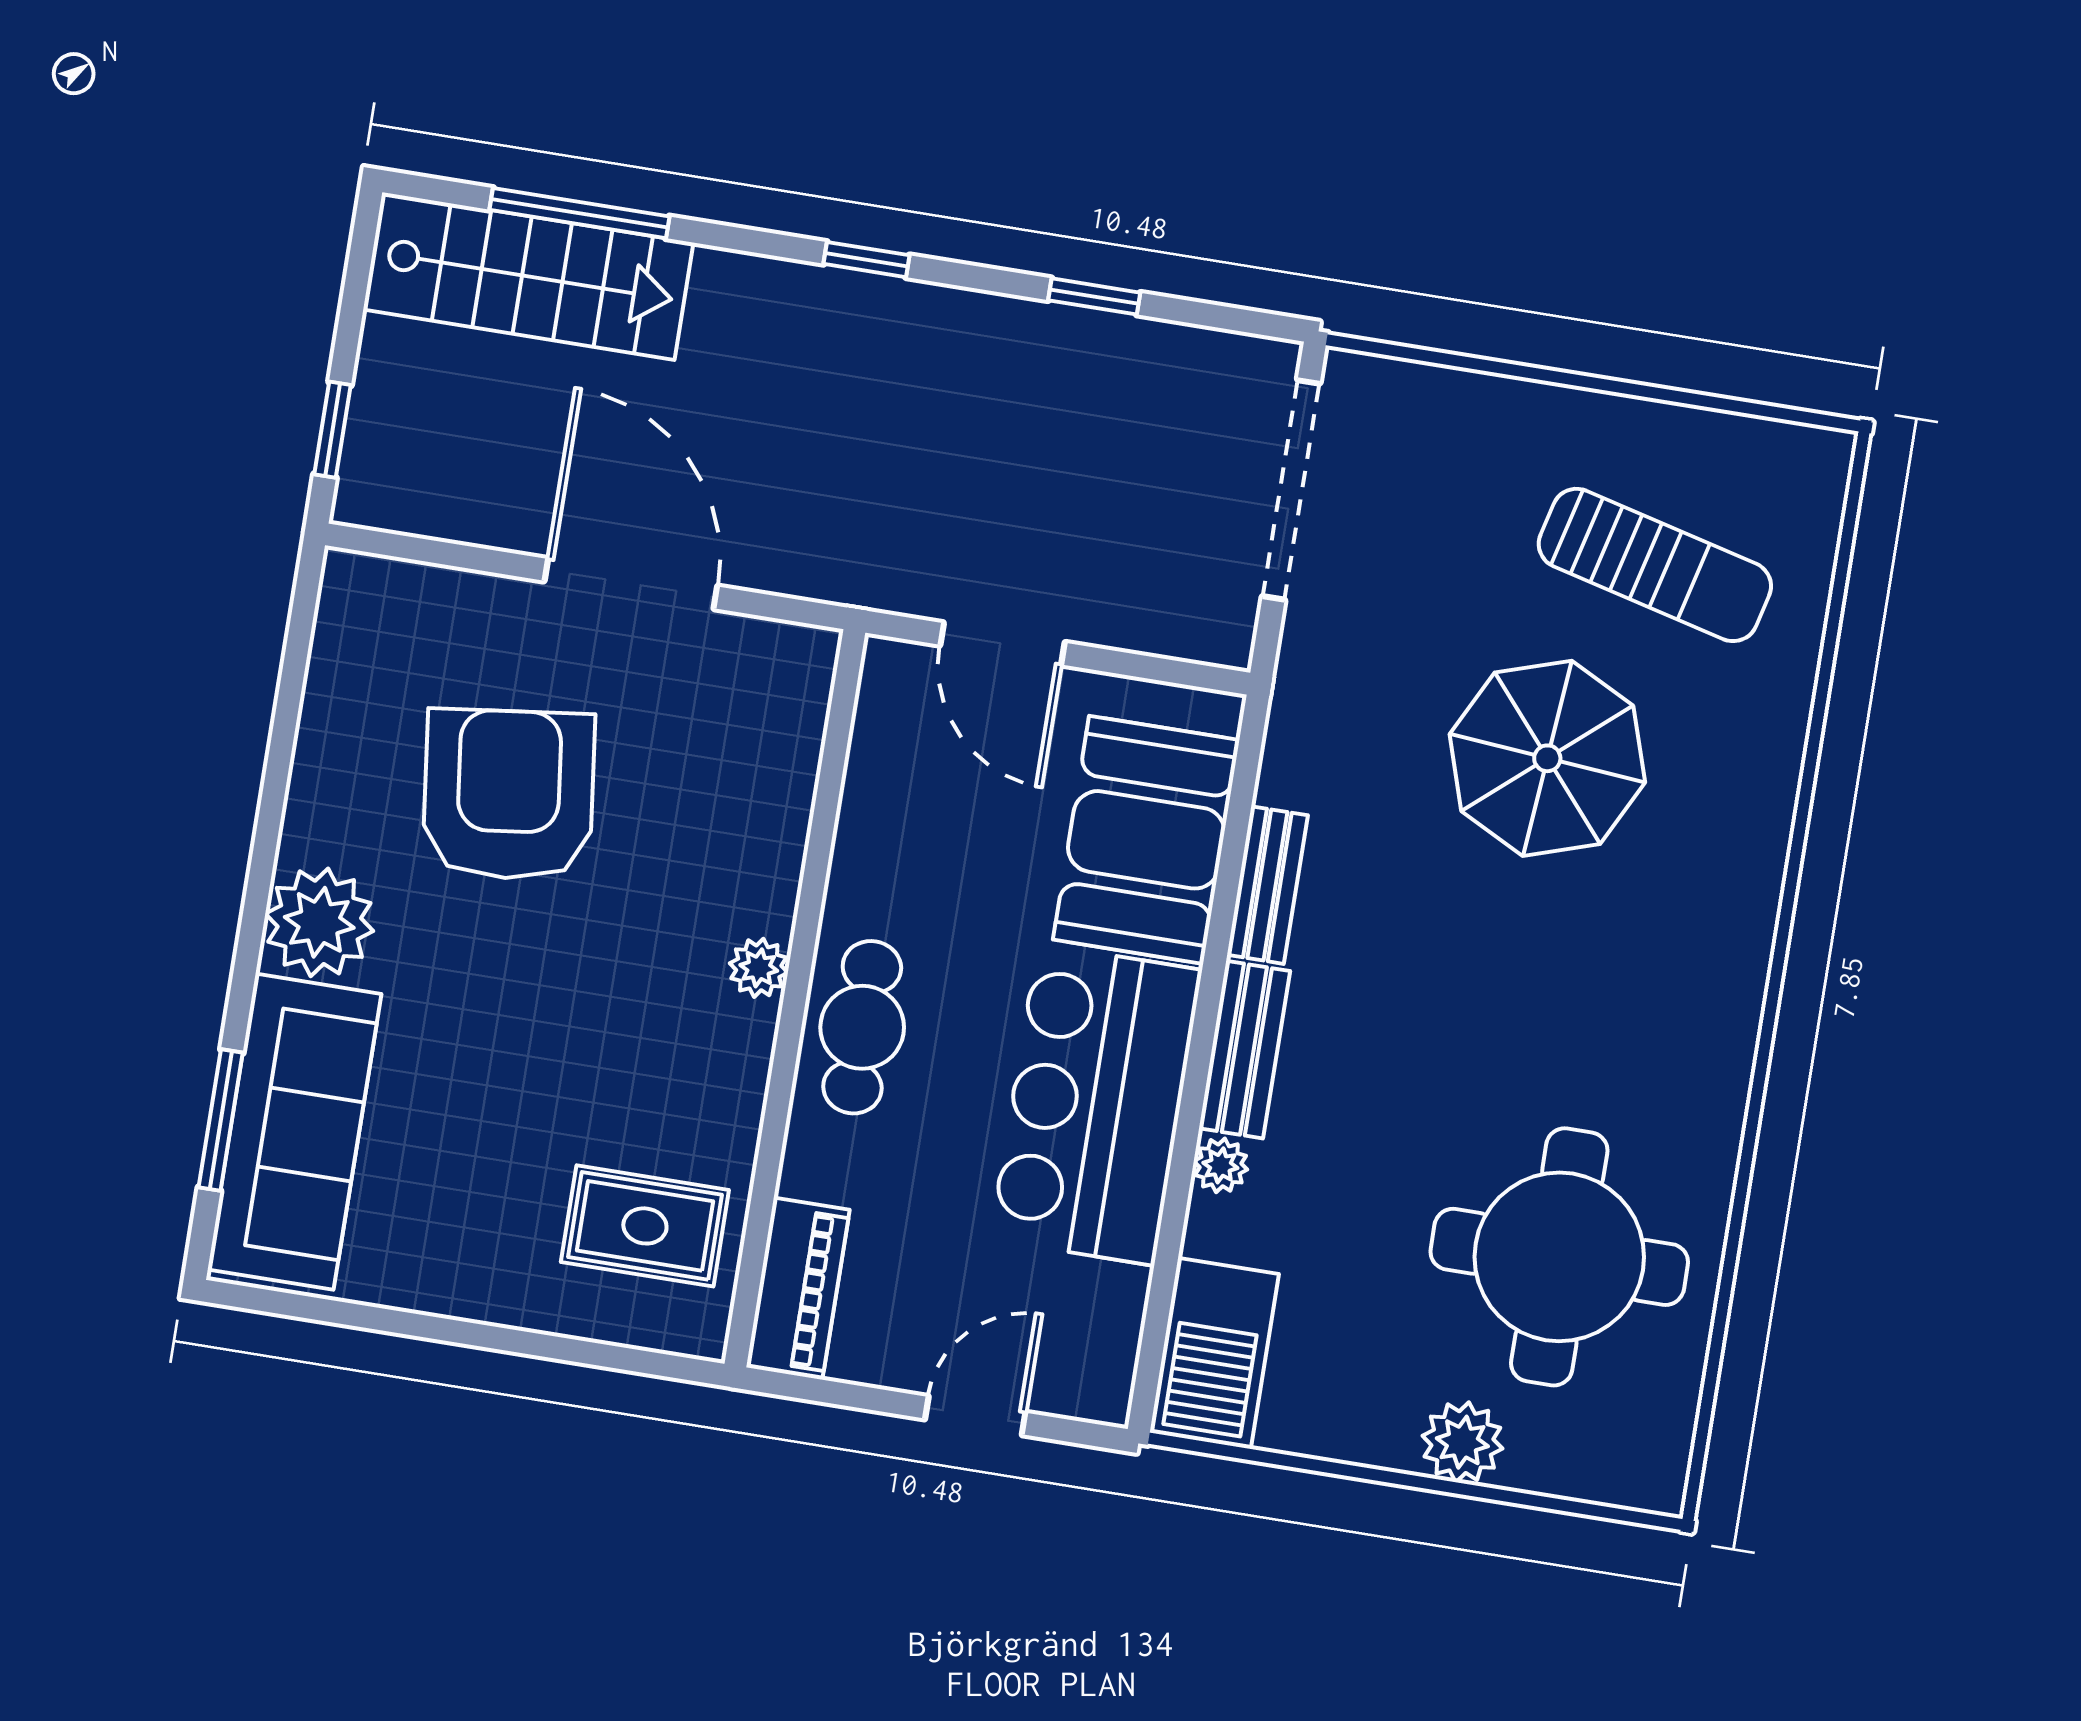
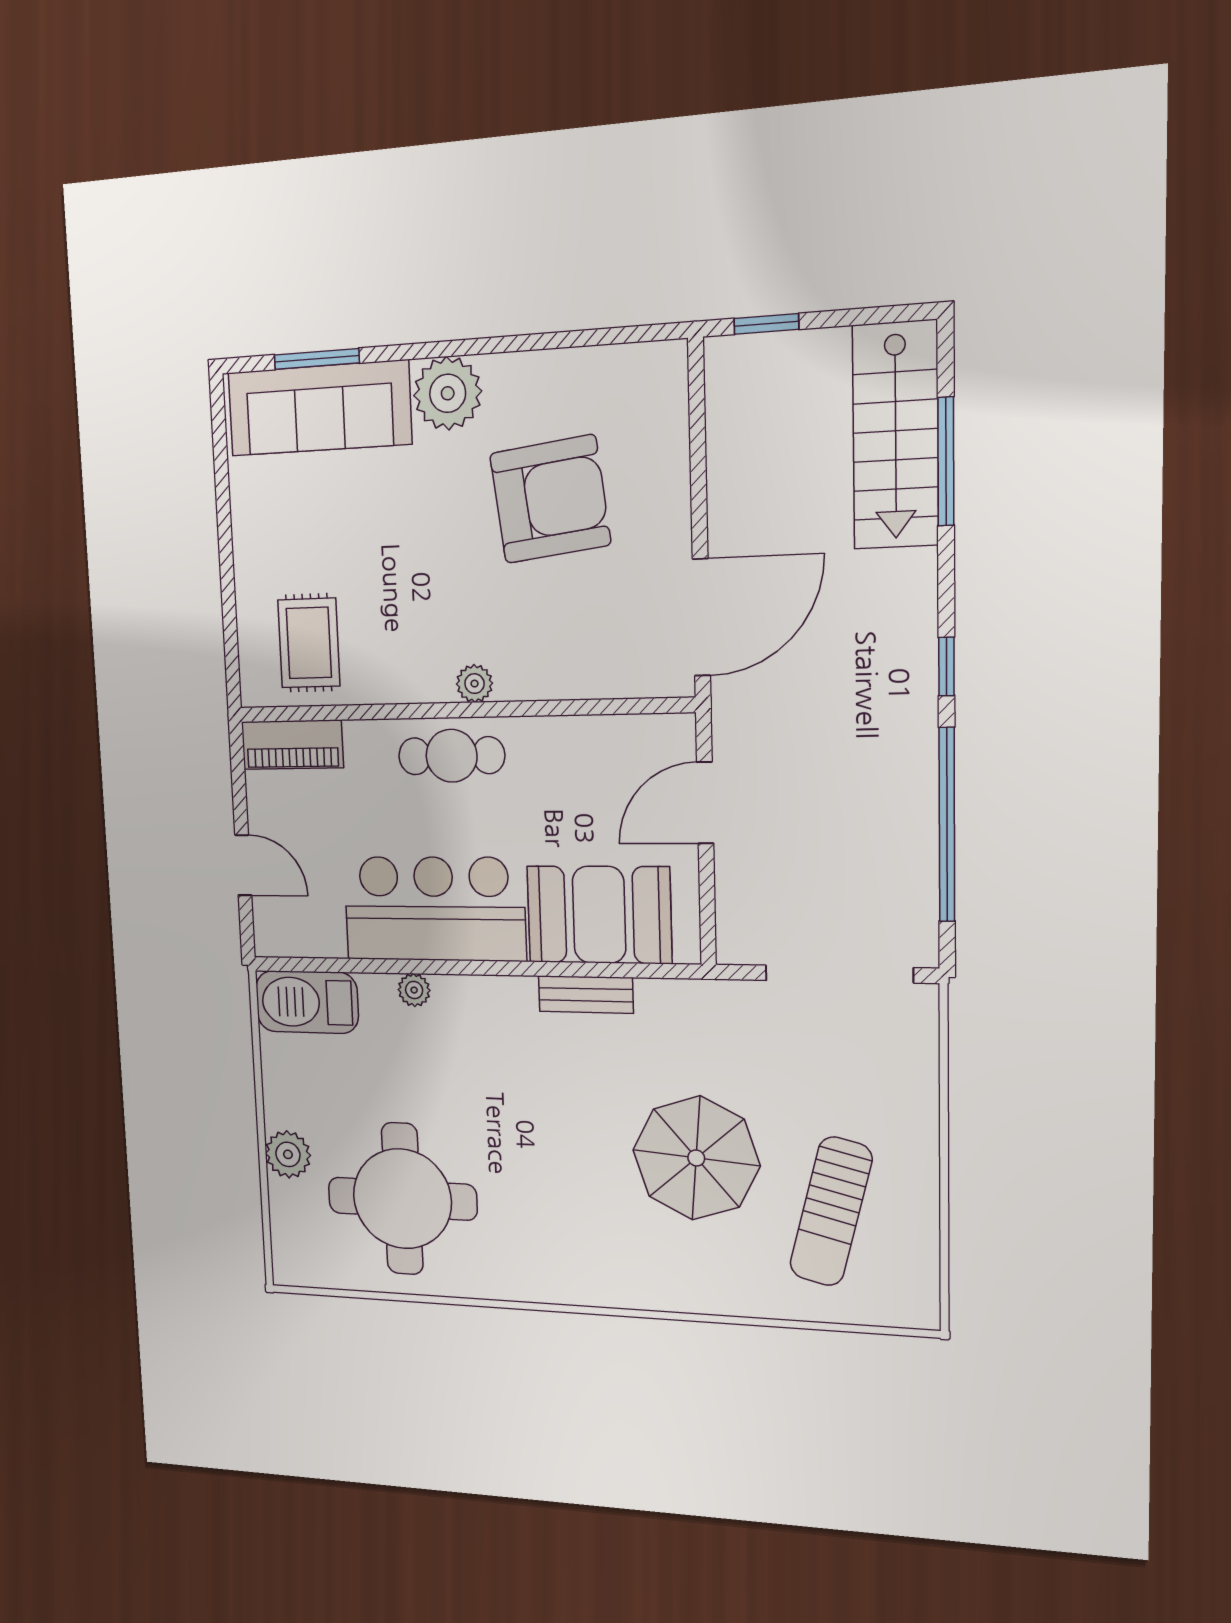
window: (1094, 296) -> (947, 825), width x3.17
door: (631, 584) -> (701, 617), moved
bench: (1244, 1050) -> (484, 995), removed

